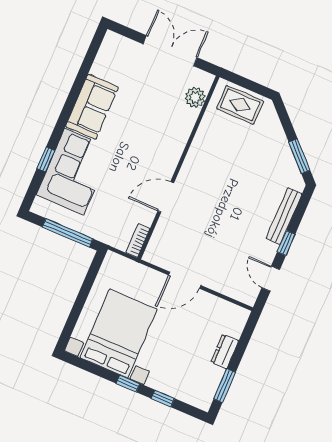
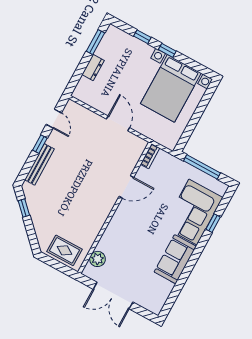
window: (299, 156) -> (24, 208), width x0.67
door: (185, 280) -> (118, 123), hinge flipped

